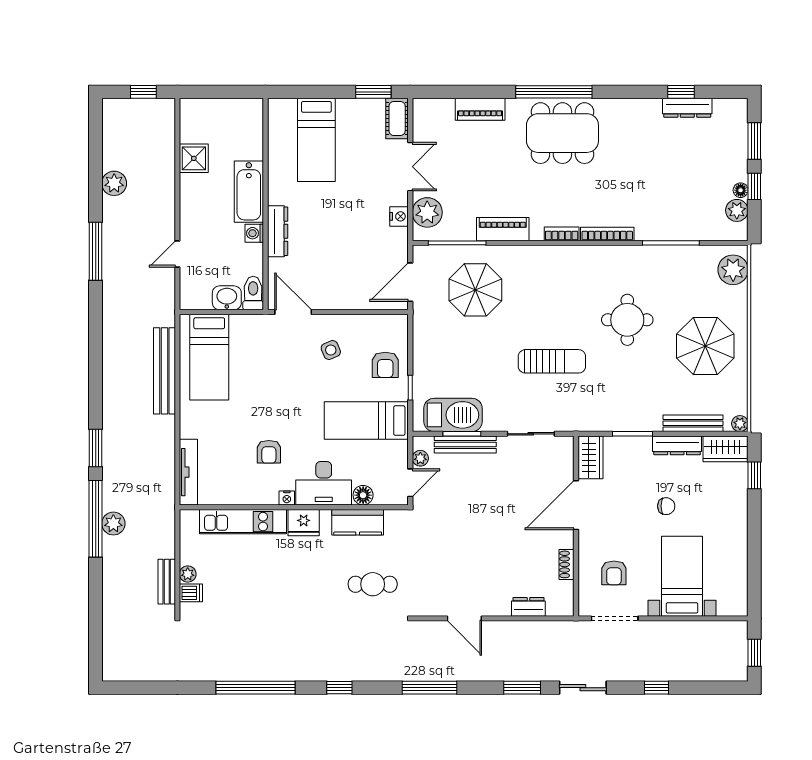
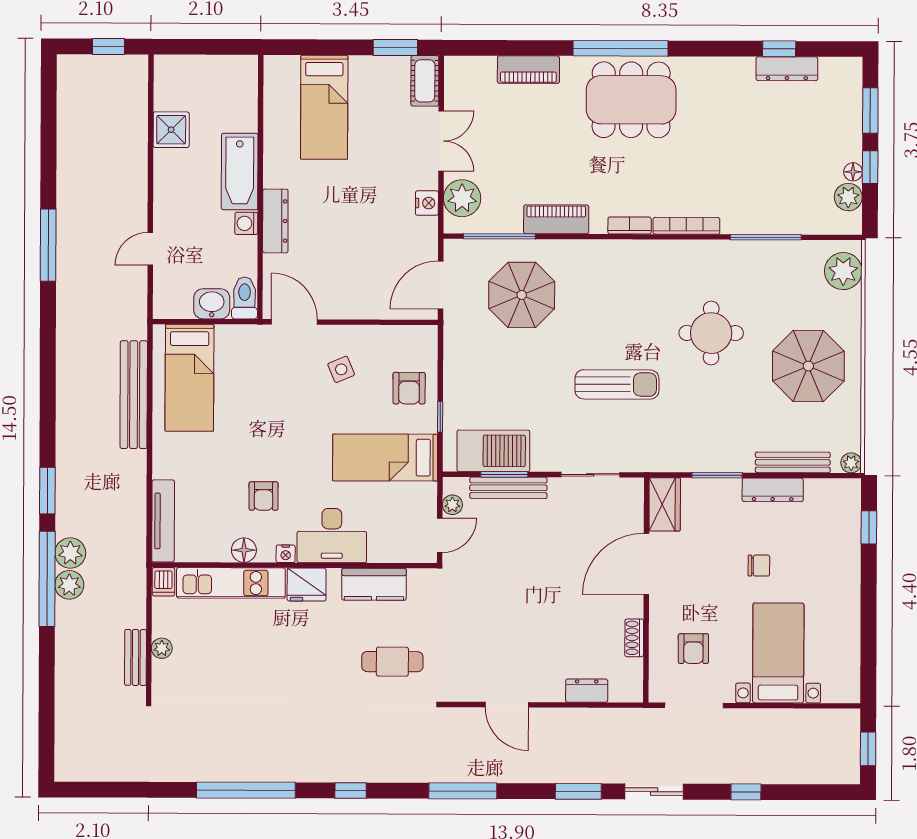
plant: (114, 183) -> (70, 553), moved
wardrobe: (726, 449) -> (833, 494), removed
floor lamp: (363, 495) -> (244, 550), moved
dishwasher: (191, 593) -> (163, 582), moved, turned 90

